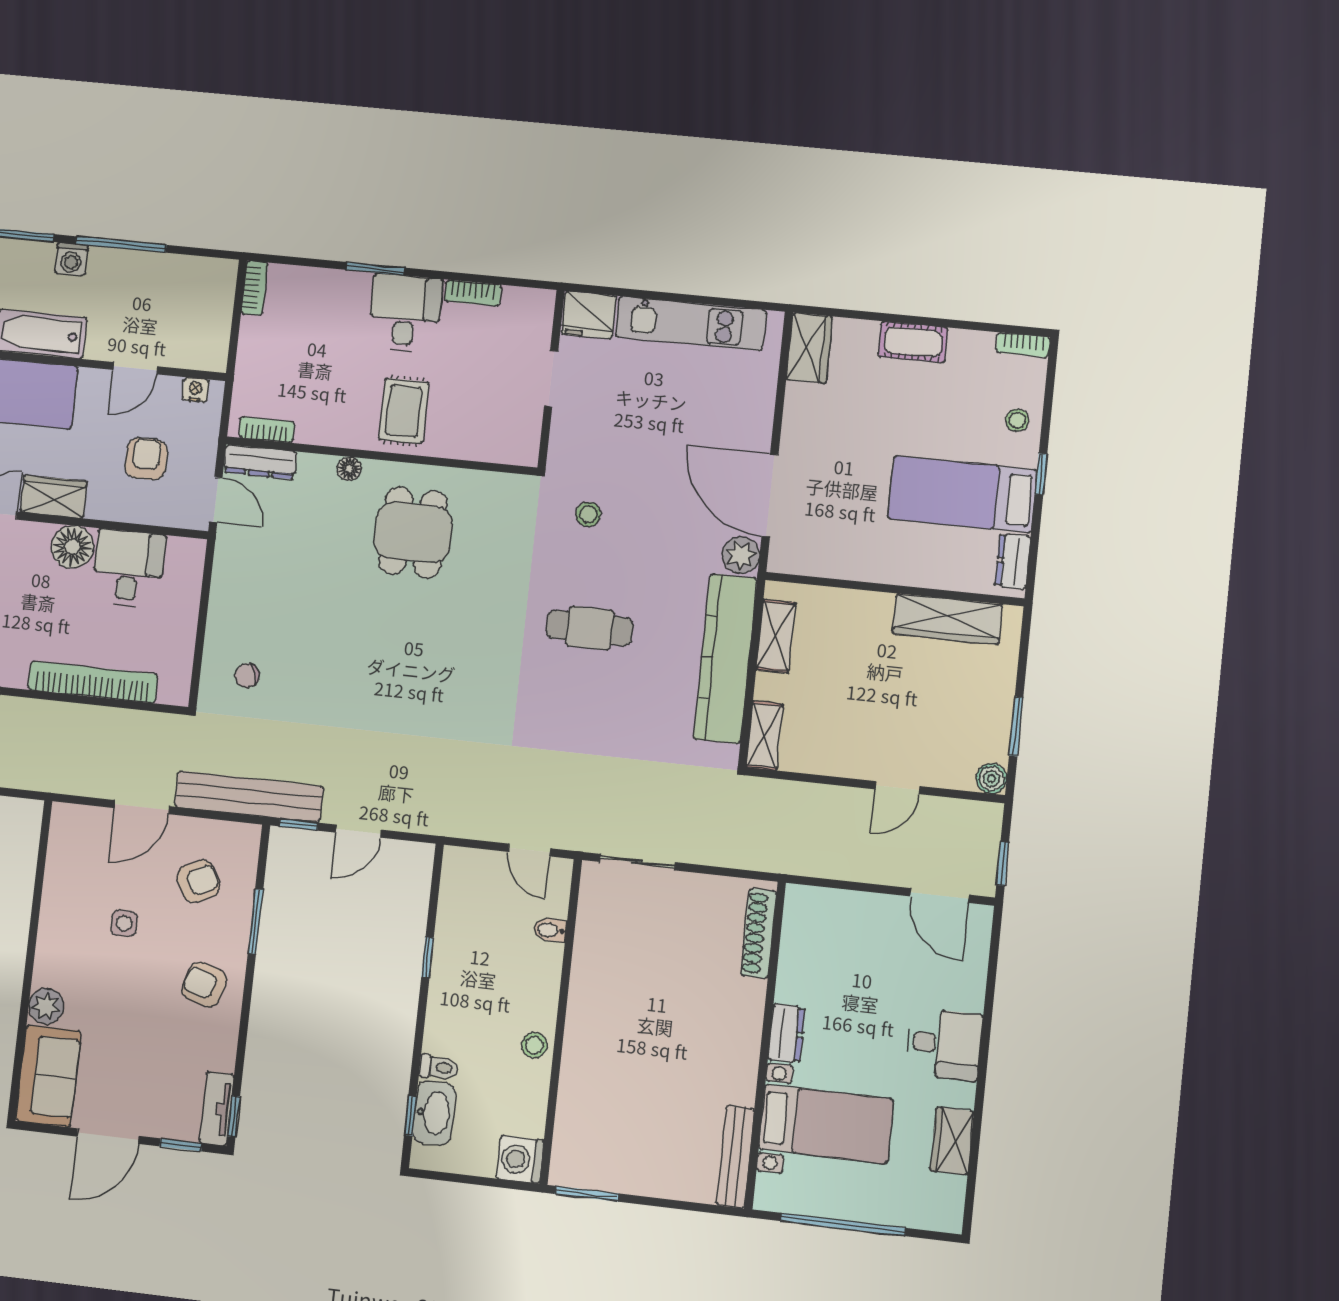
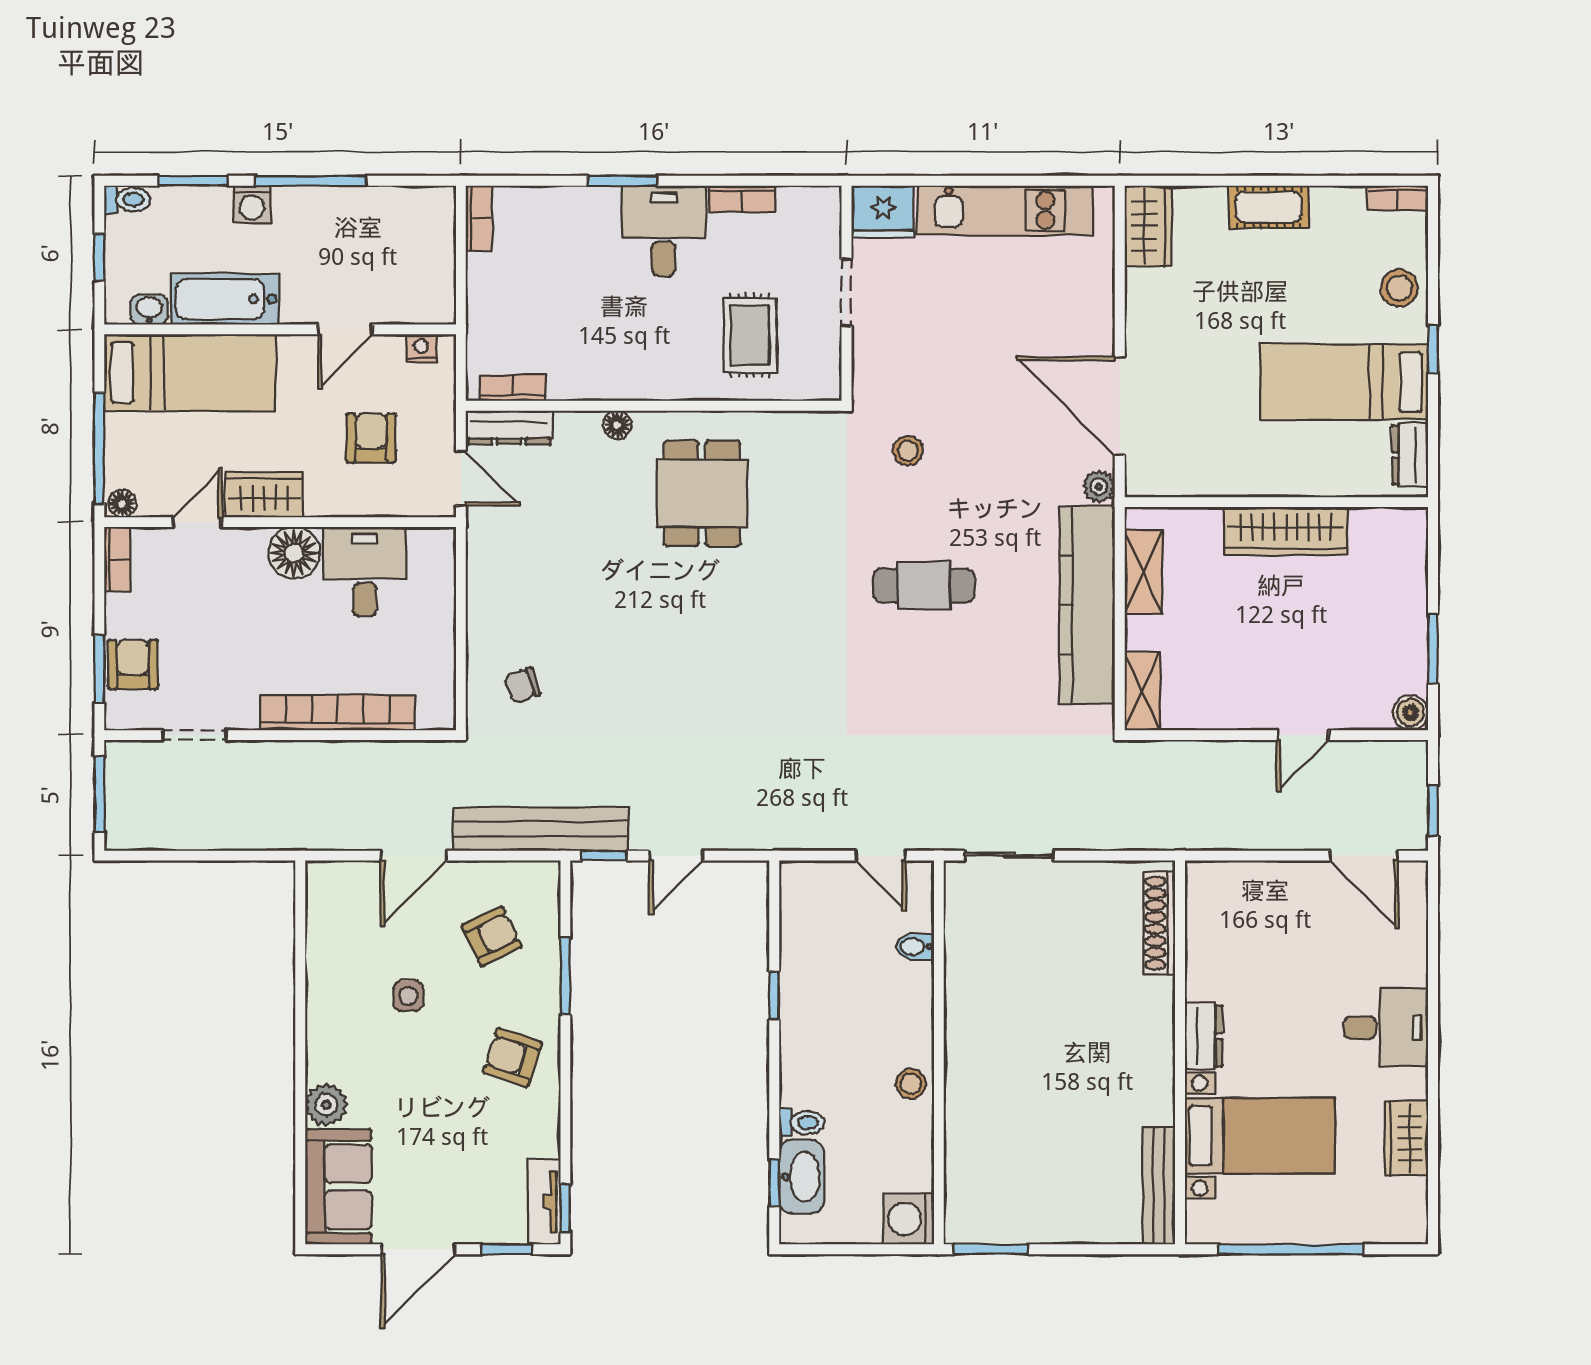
rug: (404, 411) -> (750, 335), moved
stool: (1017, 420) -> (1399, 288), width x1.37, depth x1.37
plant: (741, 555) -> (1099, 487), width x0.73, depth x0.73
wardrobe: (947, 619) -> (1286, 531), moved

